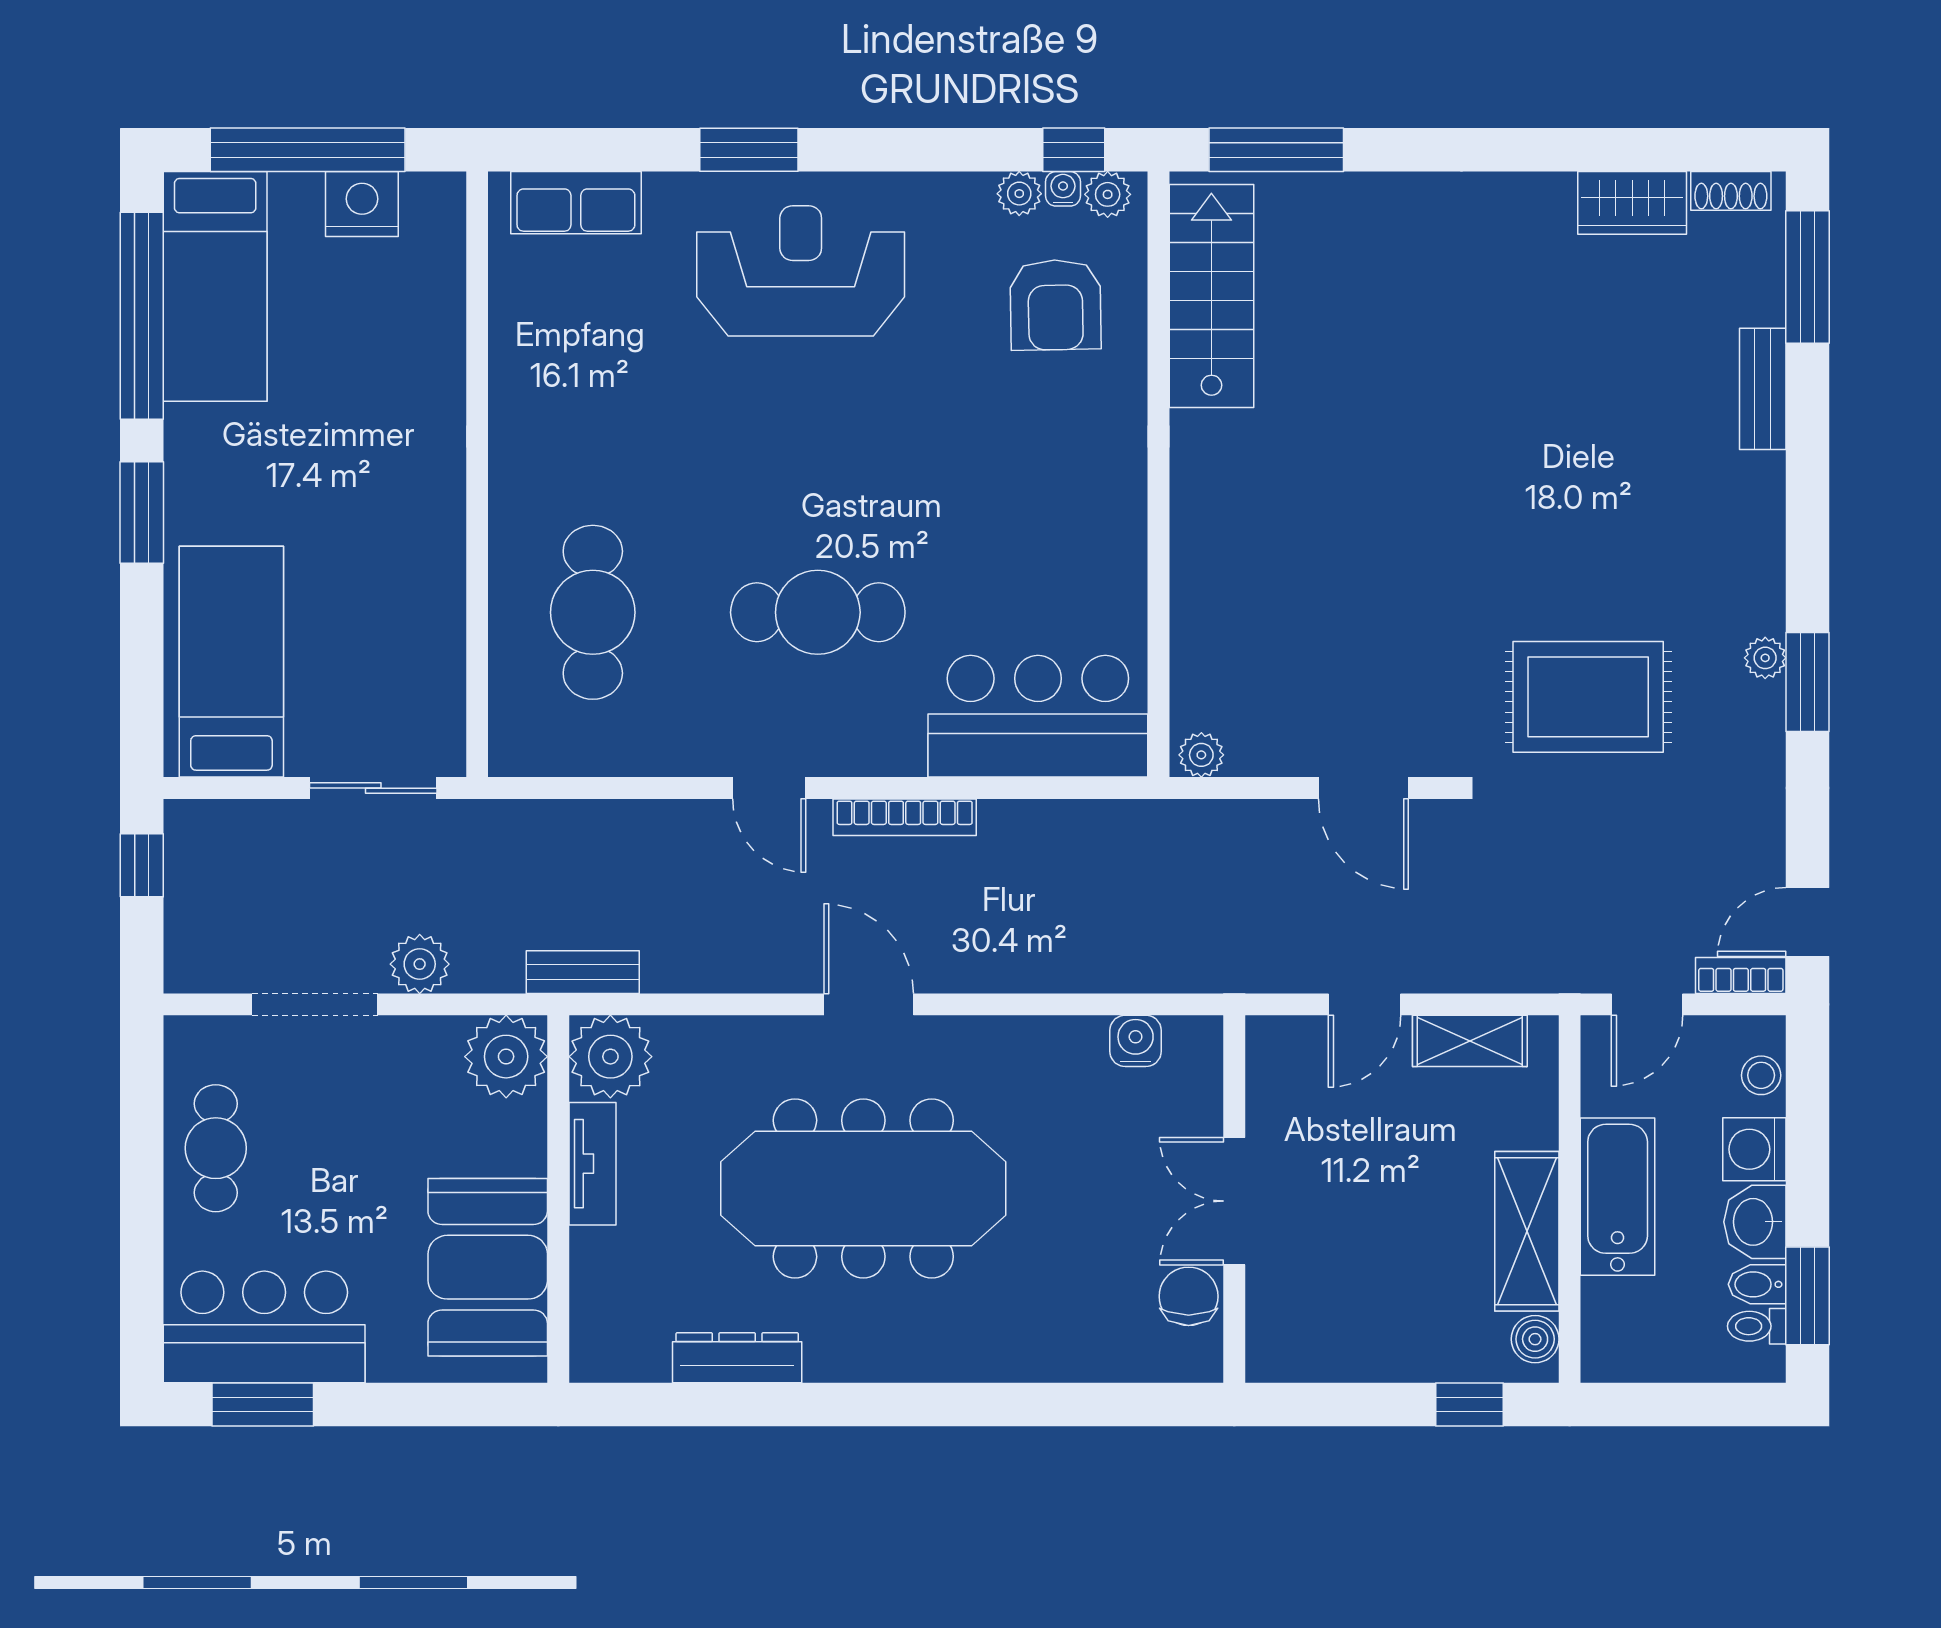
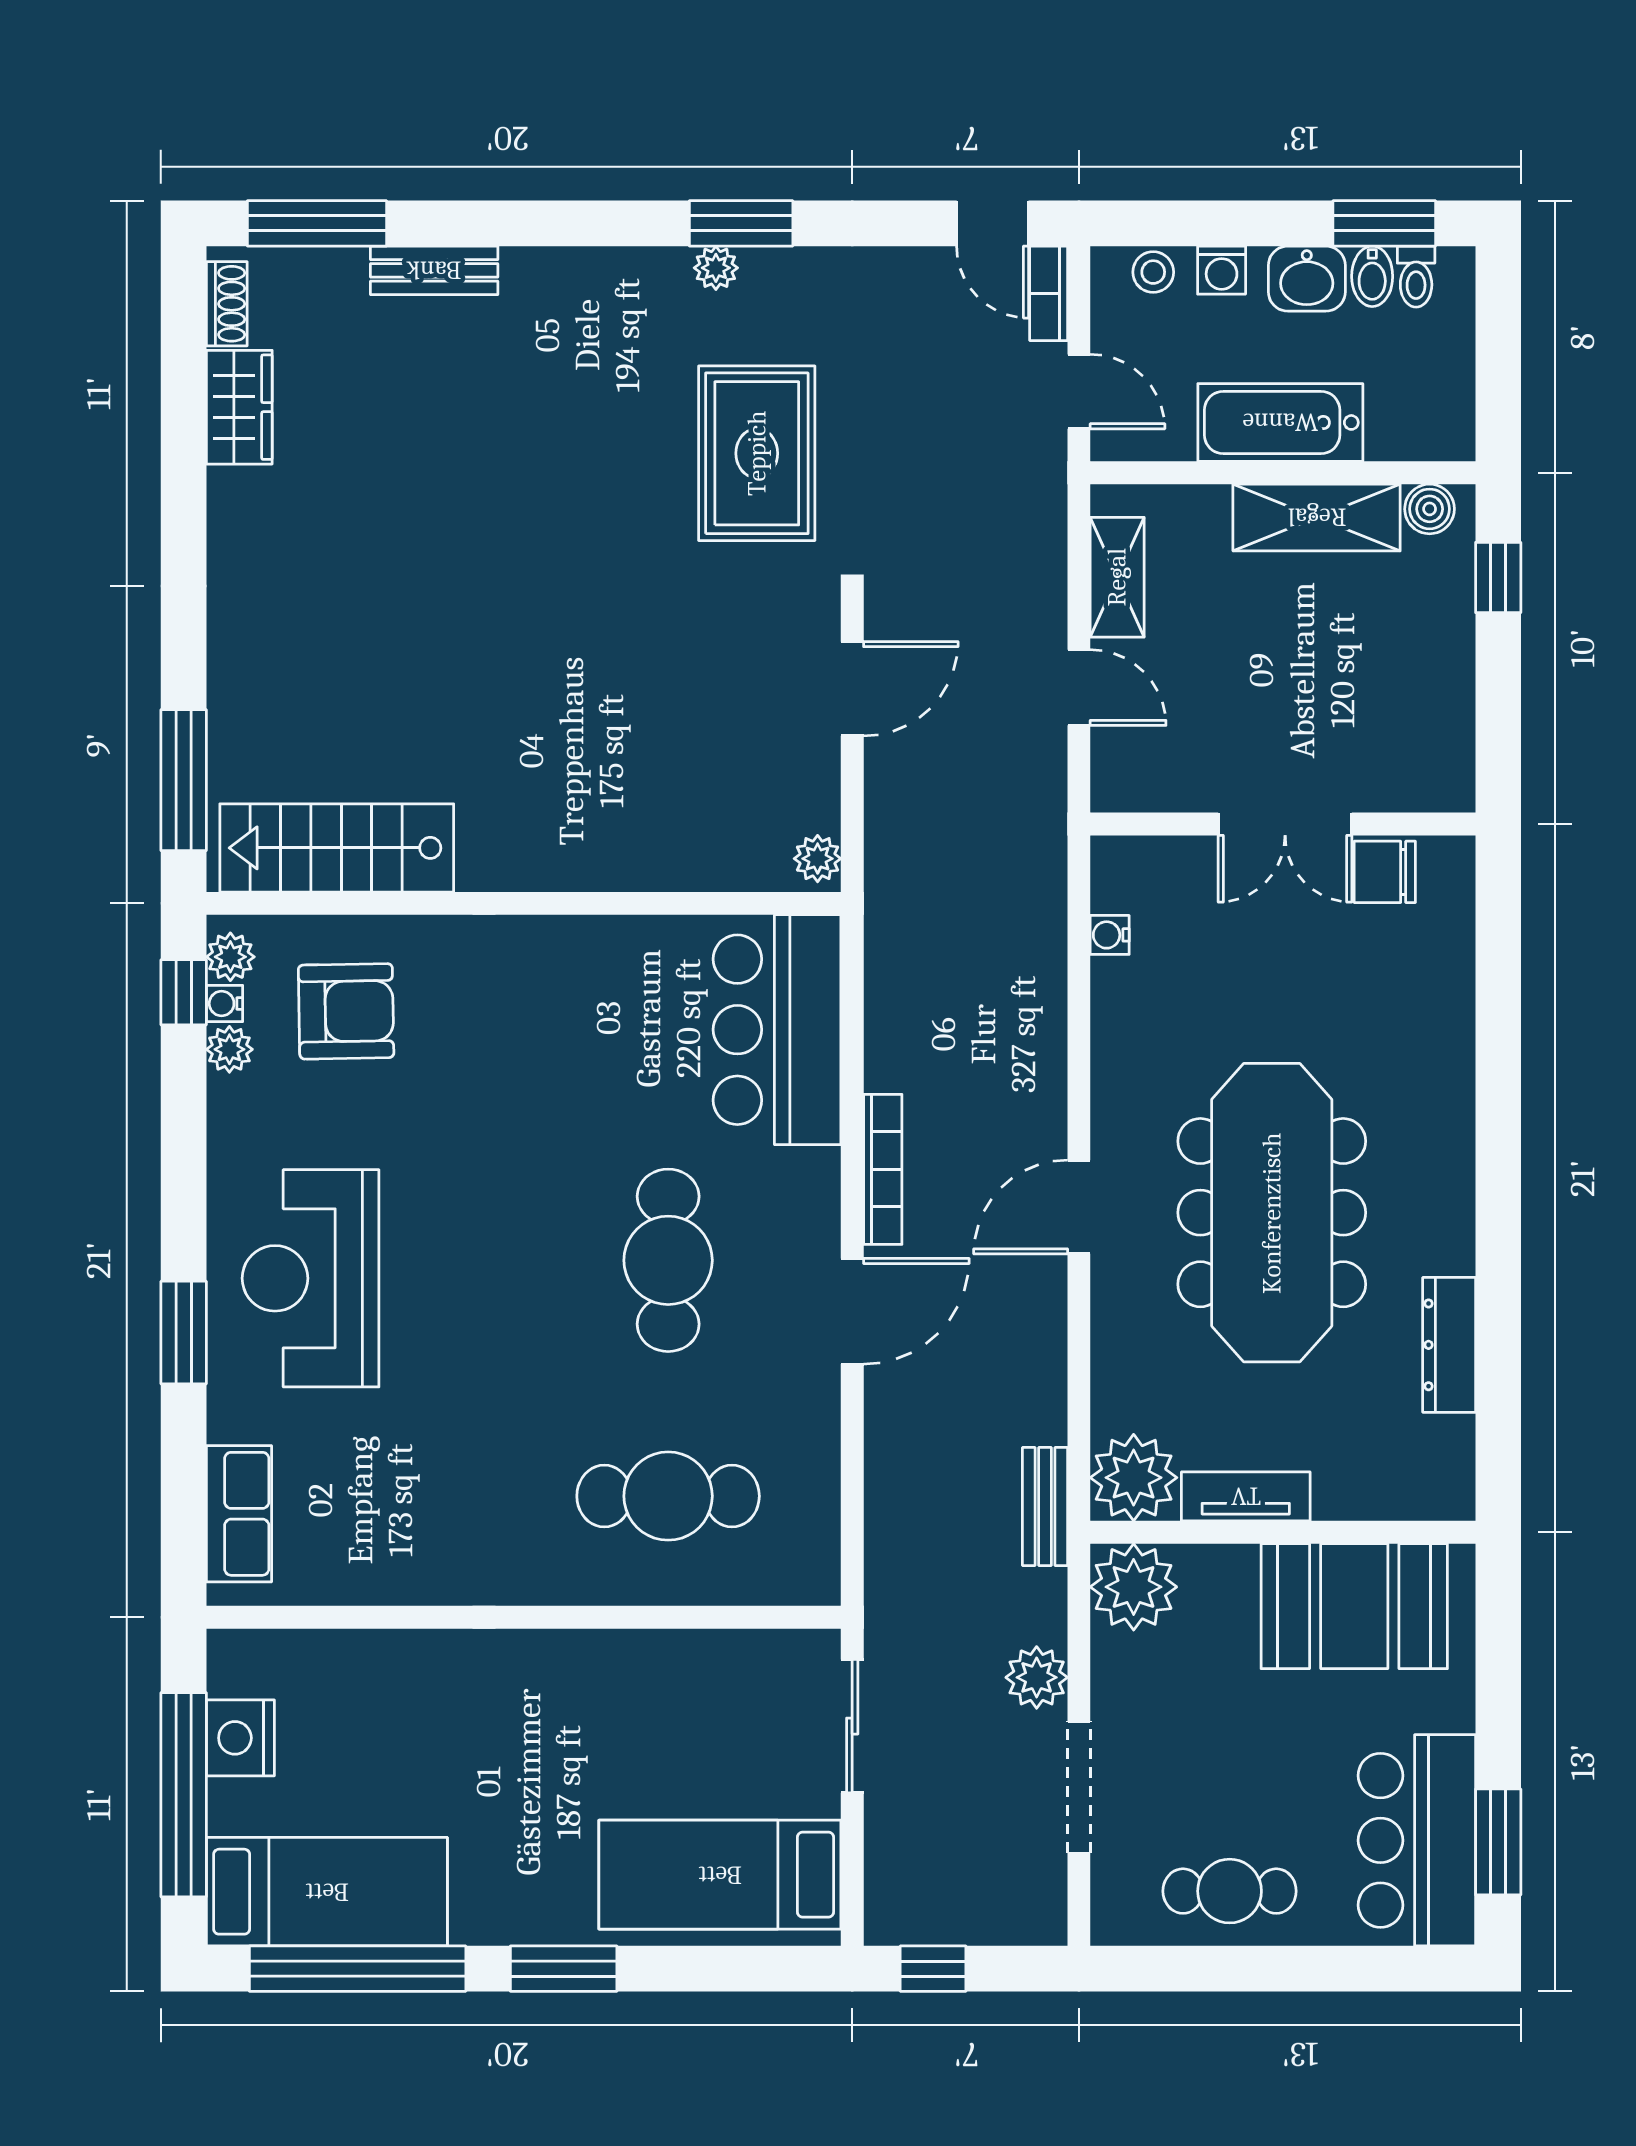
door: (769, 788) -> (852, 1311), width x1.38
water cooler: (1136, 1041) -> (1110, 935), width x0.72, depth x0.72
washing machine: (1754, 1149) -> (1222, 270), width x0.73, depth x0.73

